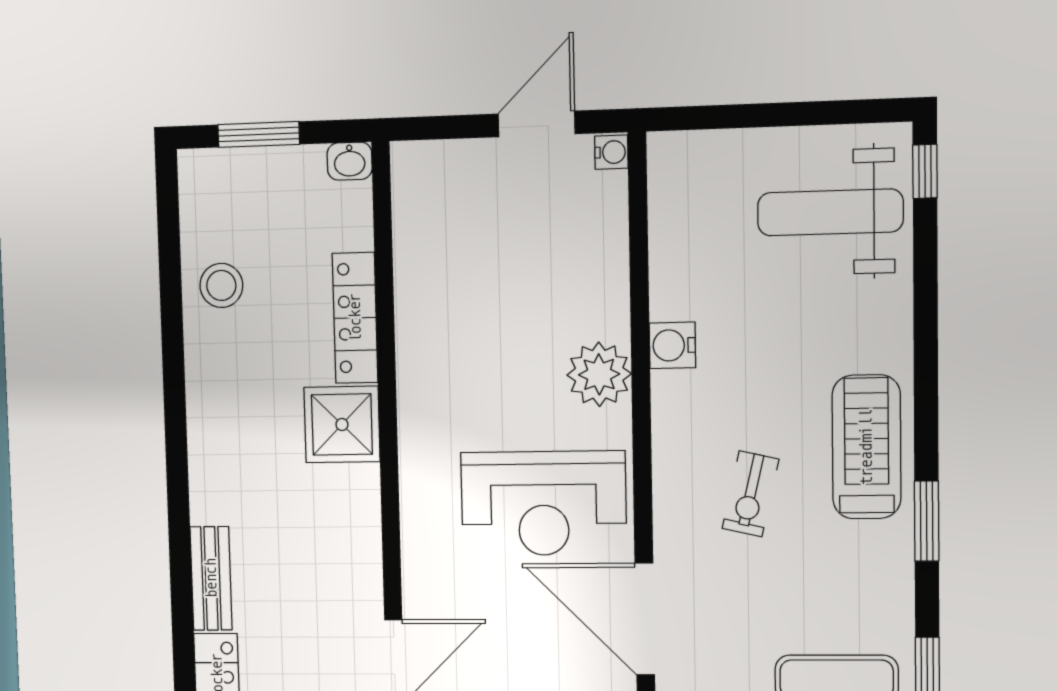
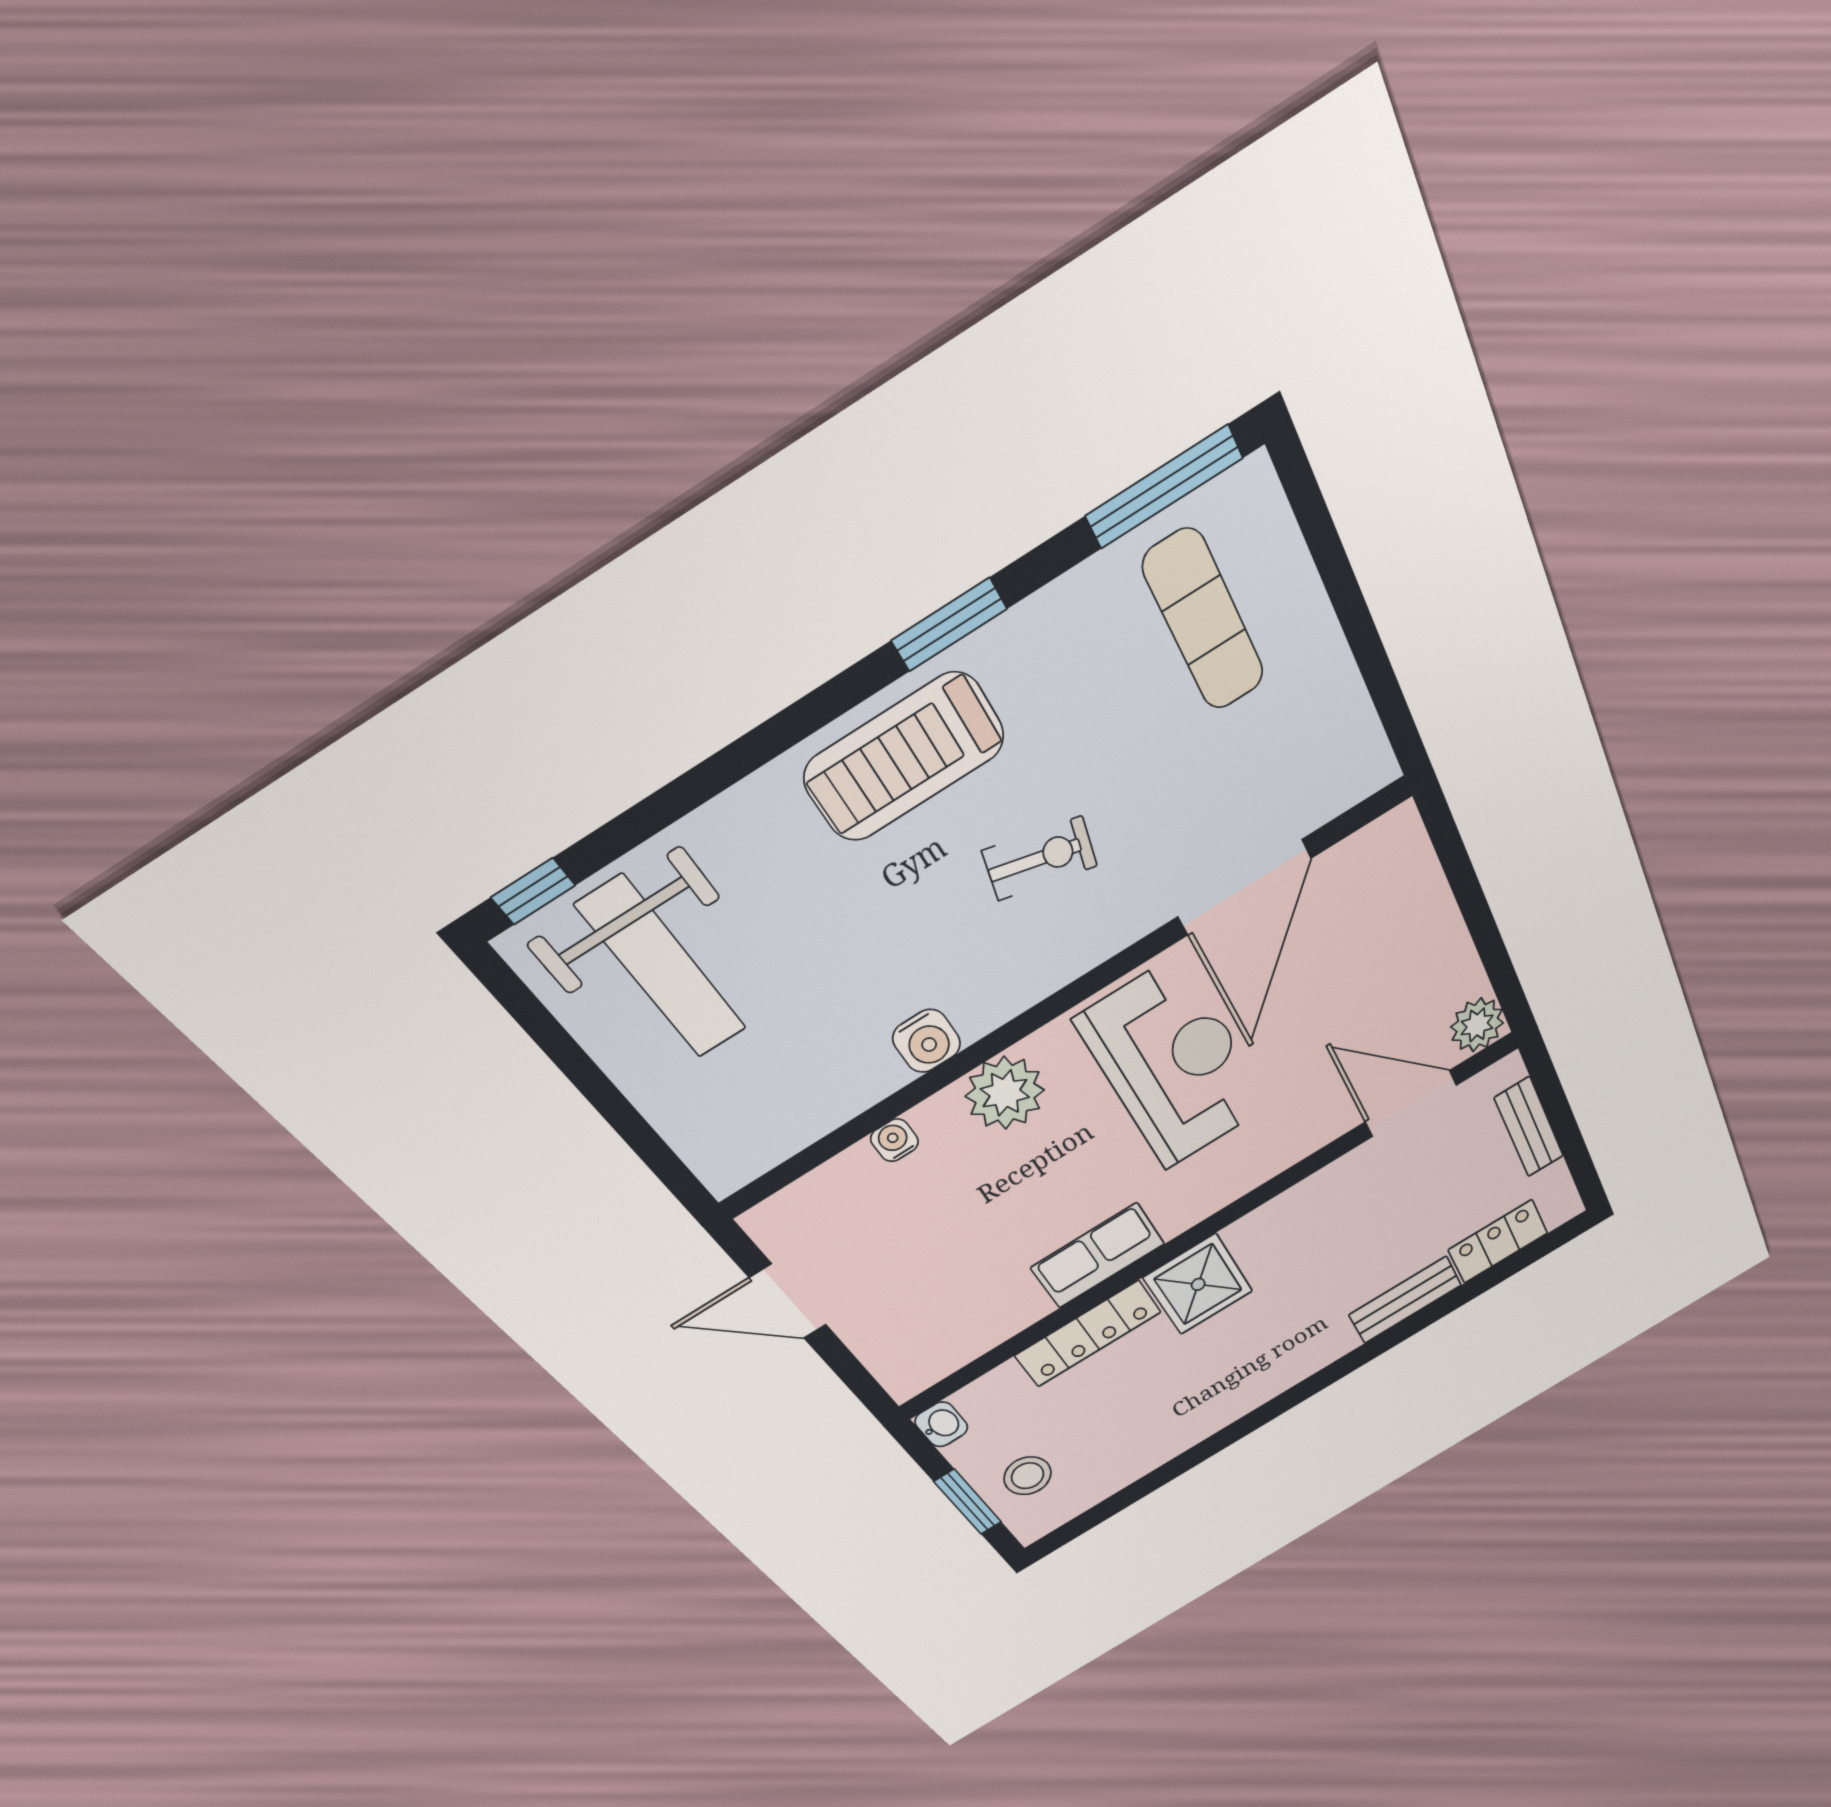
water cooler: (611, 152) -> (894, 1140), moved
stool: (221, 285) -> (1028, 1476), moved
row of seats: (421, 364) -> (1098, 1256), added

